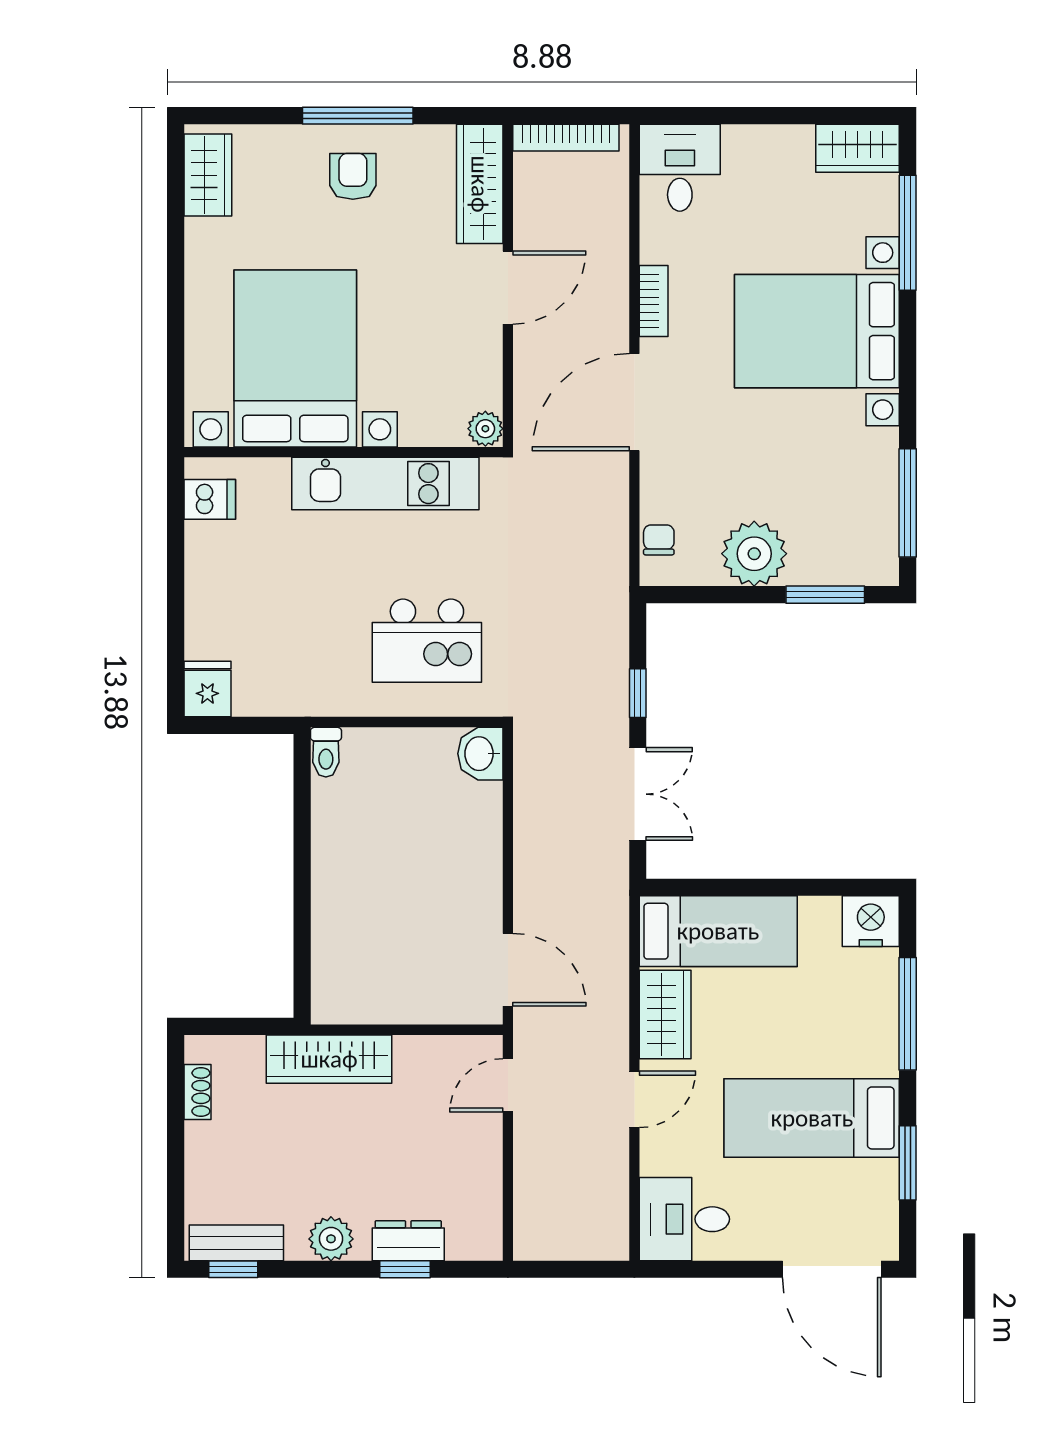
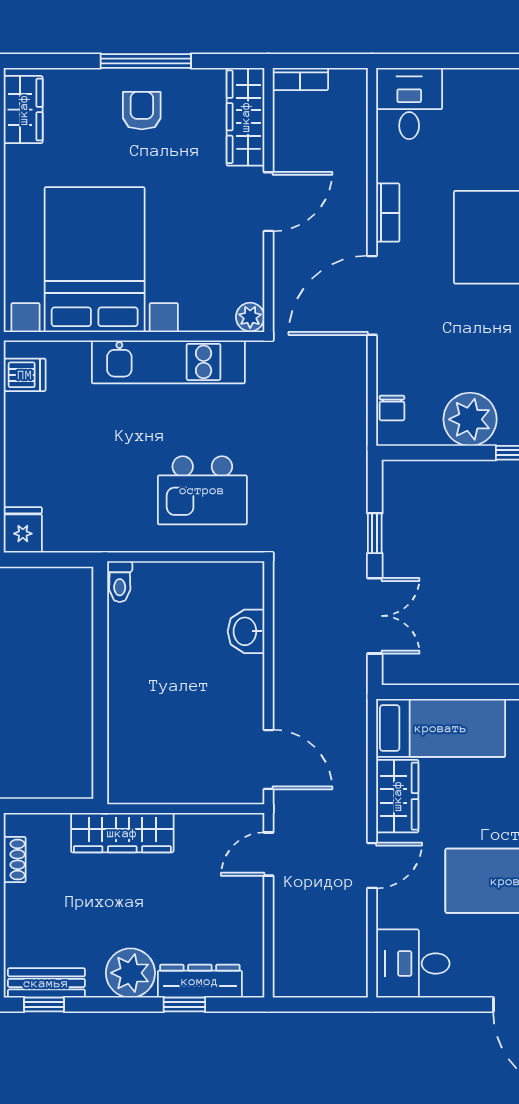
bookcase: (566, 138) -> (300, 79), width x0.64
chair: (659, 540) -> (392, 408), turned 180
washbasin: (480, 754) -> (246, 631), moved
plant: (331, 1239) -> (130, 973), width x1.36, depth x1.36
dresser: (408, 1241) -> (200, 981), width x1.44

